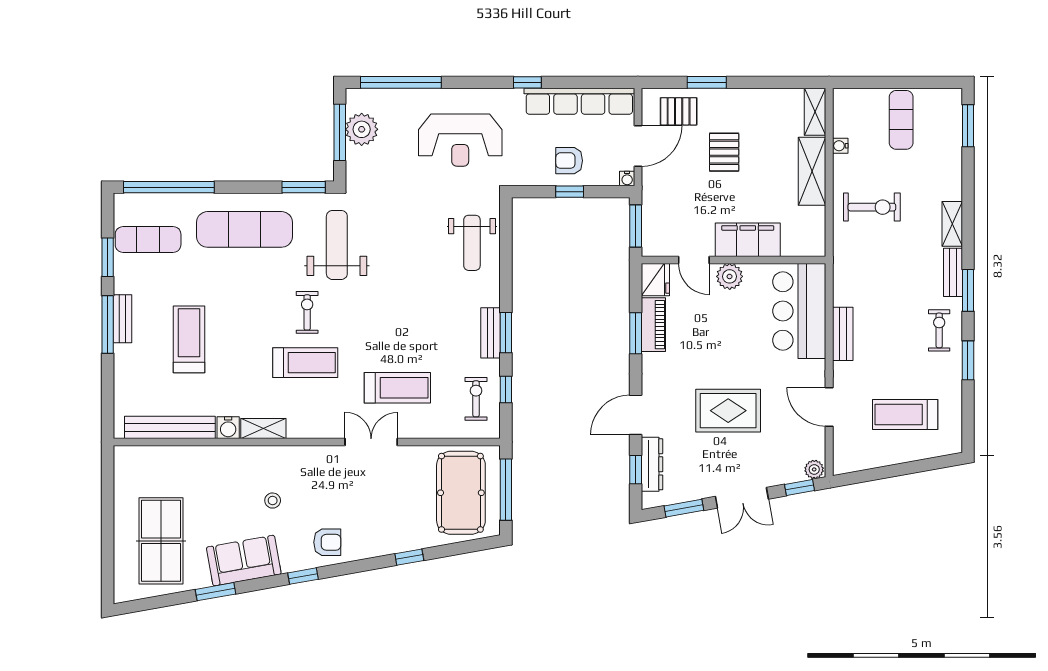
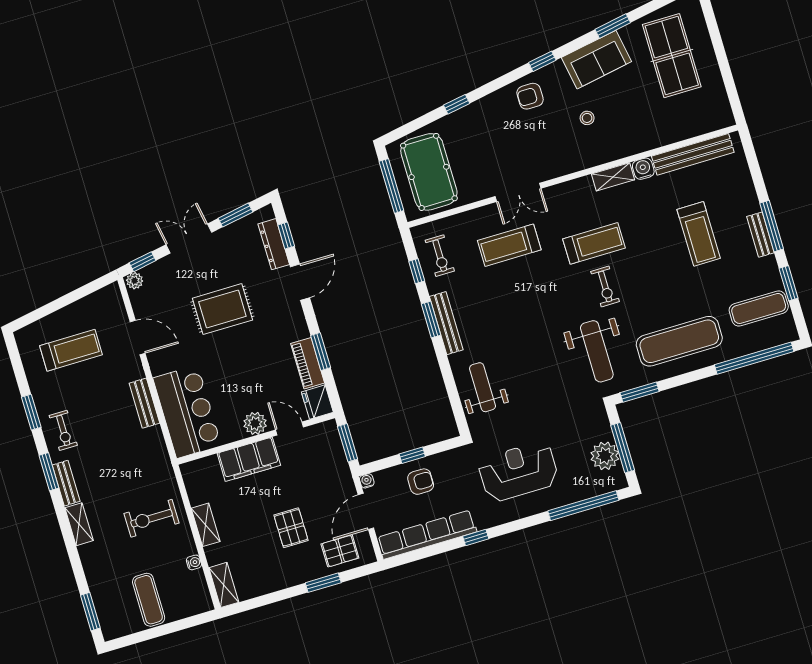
shelving: (812, 171) -> (206, 525), width x0.67, depth x0.75
bench: (491, 333) -> (446, 323), width x1.36
treadmill: (305, 363) -> (594, 243), turned 180

